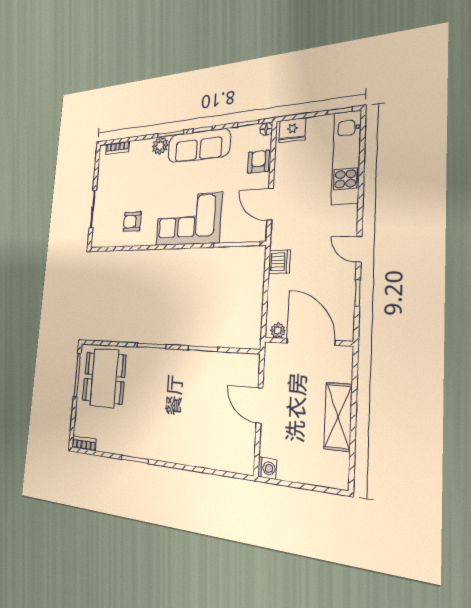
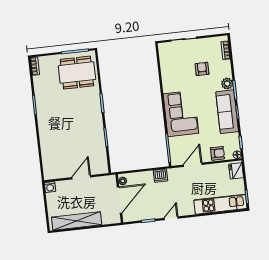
armchair: (132, 221) -> (202, 69), moved
shelving: (338, 417) -> (77, 221), width x1.47

